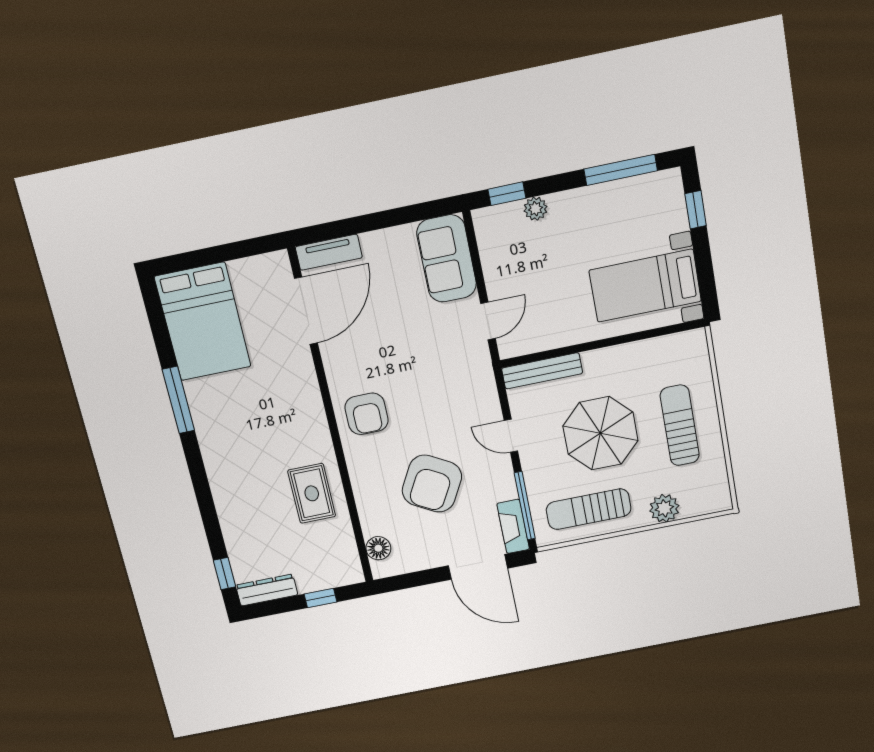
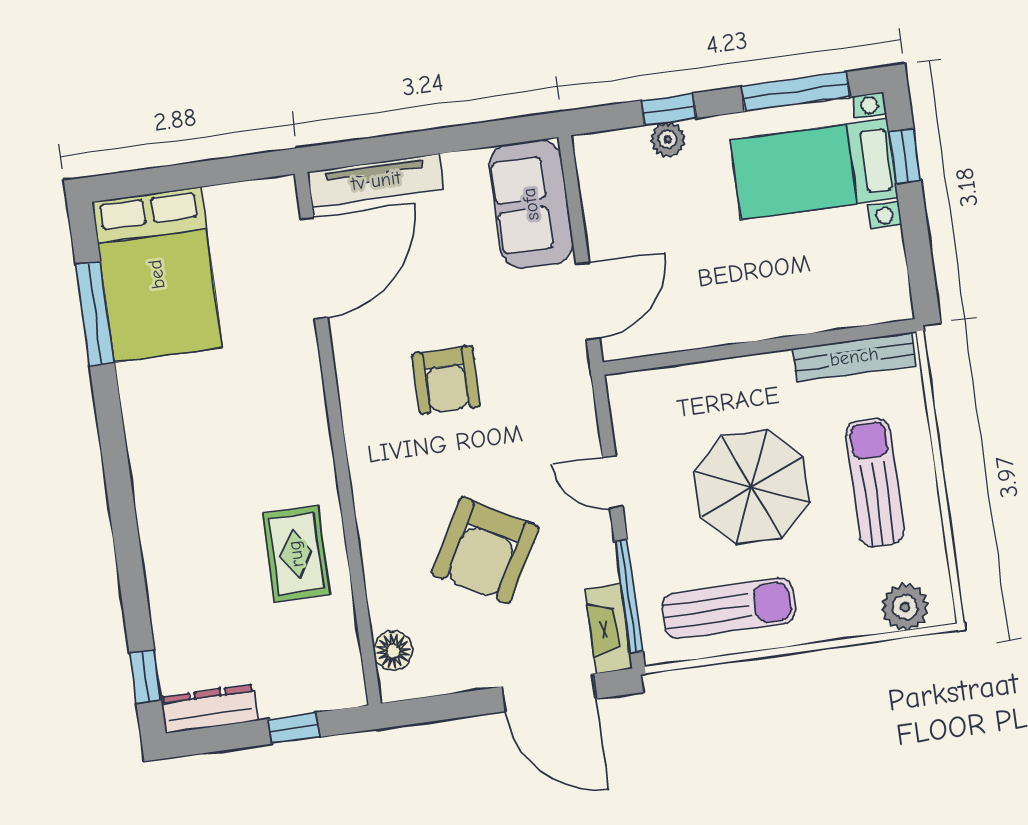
window: (507, 194) -> (669, 109), moved
tv unit: (329, 252) -> (376, 181), width x1.41
bed with nightstands: (645, 286) -> (814, 169), moved
door: (488, 321) -> (588, 301), width x1.38
bench: (542, 371) -> (854, 357), moved
window: (178, 400) -> (95, 314), moved
armchair: (367, 414) -> (446, 380), moved
plant: (664, 508) -> (905, 607), moved
sun lounger: (589, 509) -> (729, 608), turned 180

